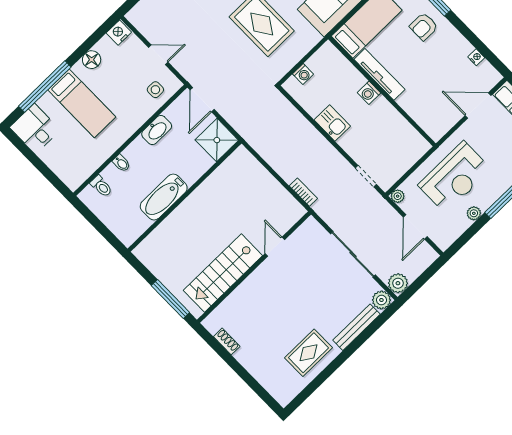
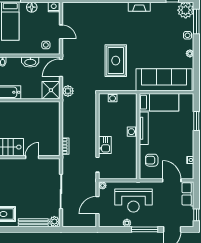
armchair: (424, 27) -> (152, 160), moved
kitchen sink: (332, 123) -> (105, 145), moved
plant: (398, 283) -> (68, 91), moved

